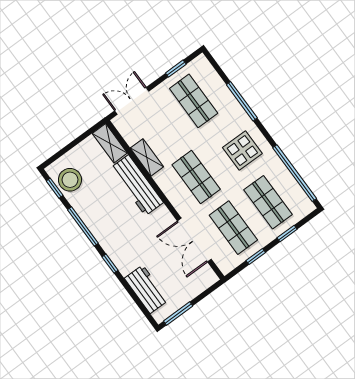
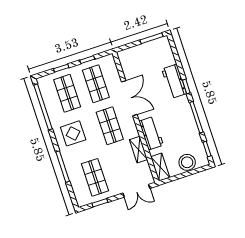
stool: (70, 180) -> (187, 162), moved
workbench: (137, 185) -> (151, 133), width x0.73
double door: (194, 240) -> (129, 98), moved
workbench: (146, 289) -> (174, 81), moved

